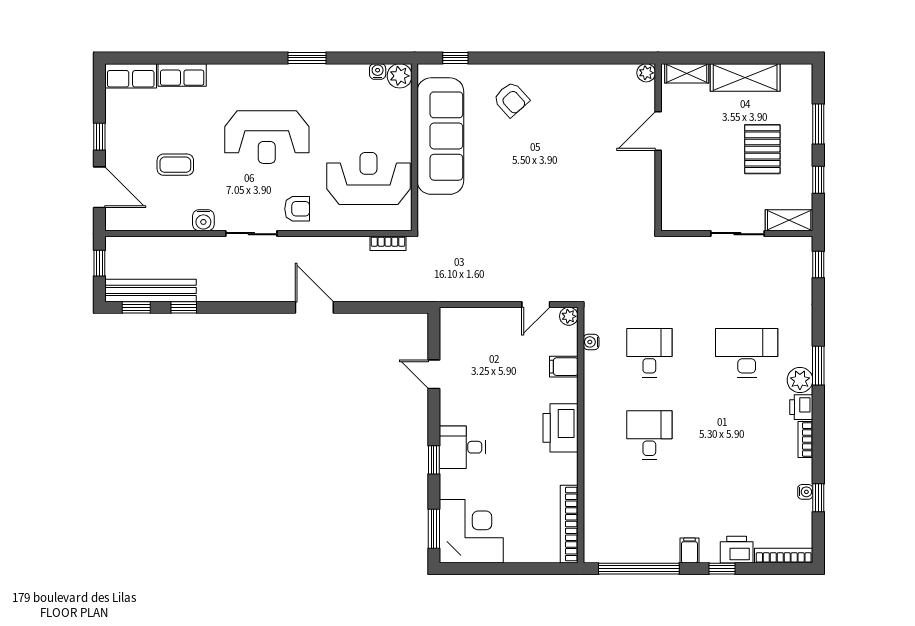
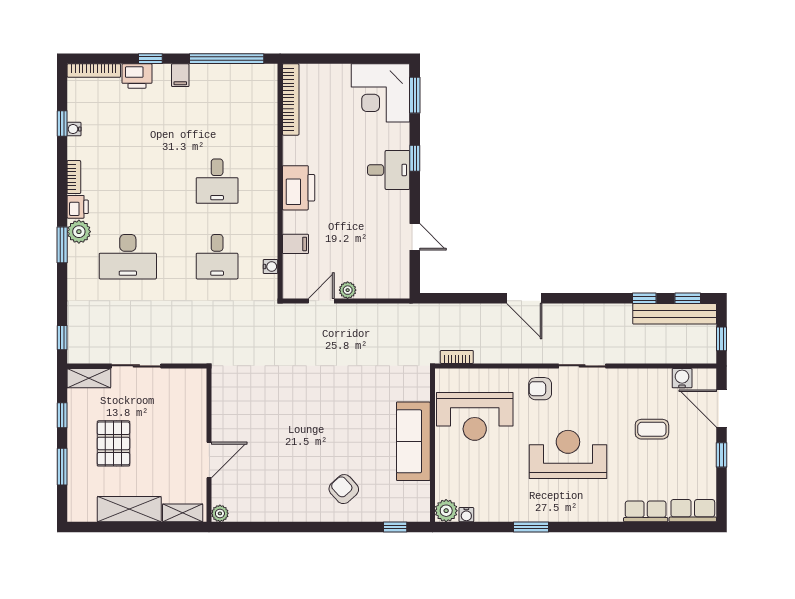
sofa: (440, 136) -> (413, 441), width x0.74, depth x0.79
water cooler: (203, 220) -> (682, 378), moved
plant: (569, 316) -> (348, 290), moved

